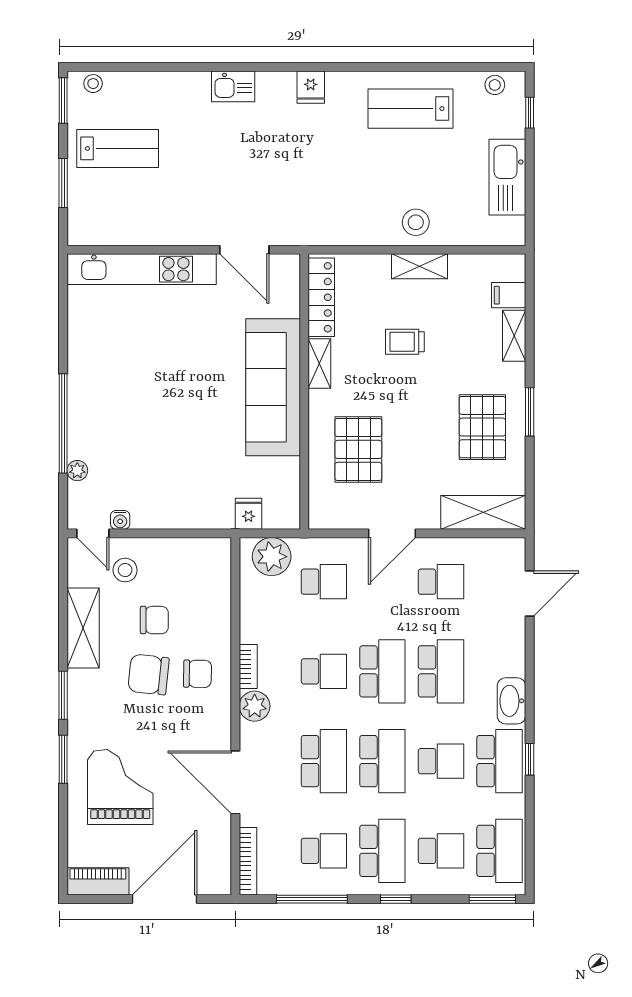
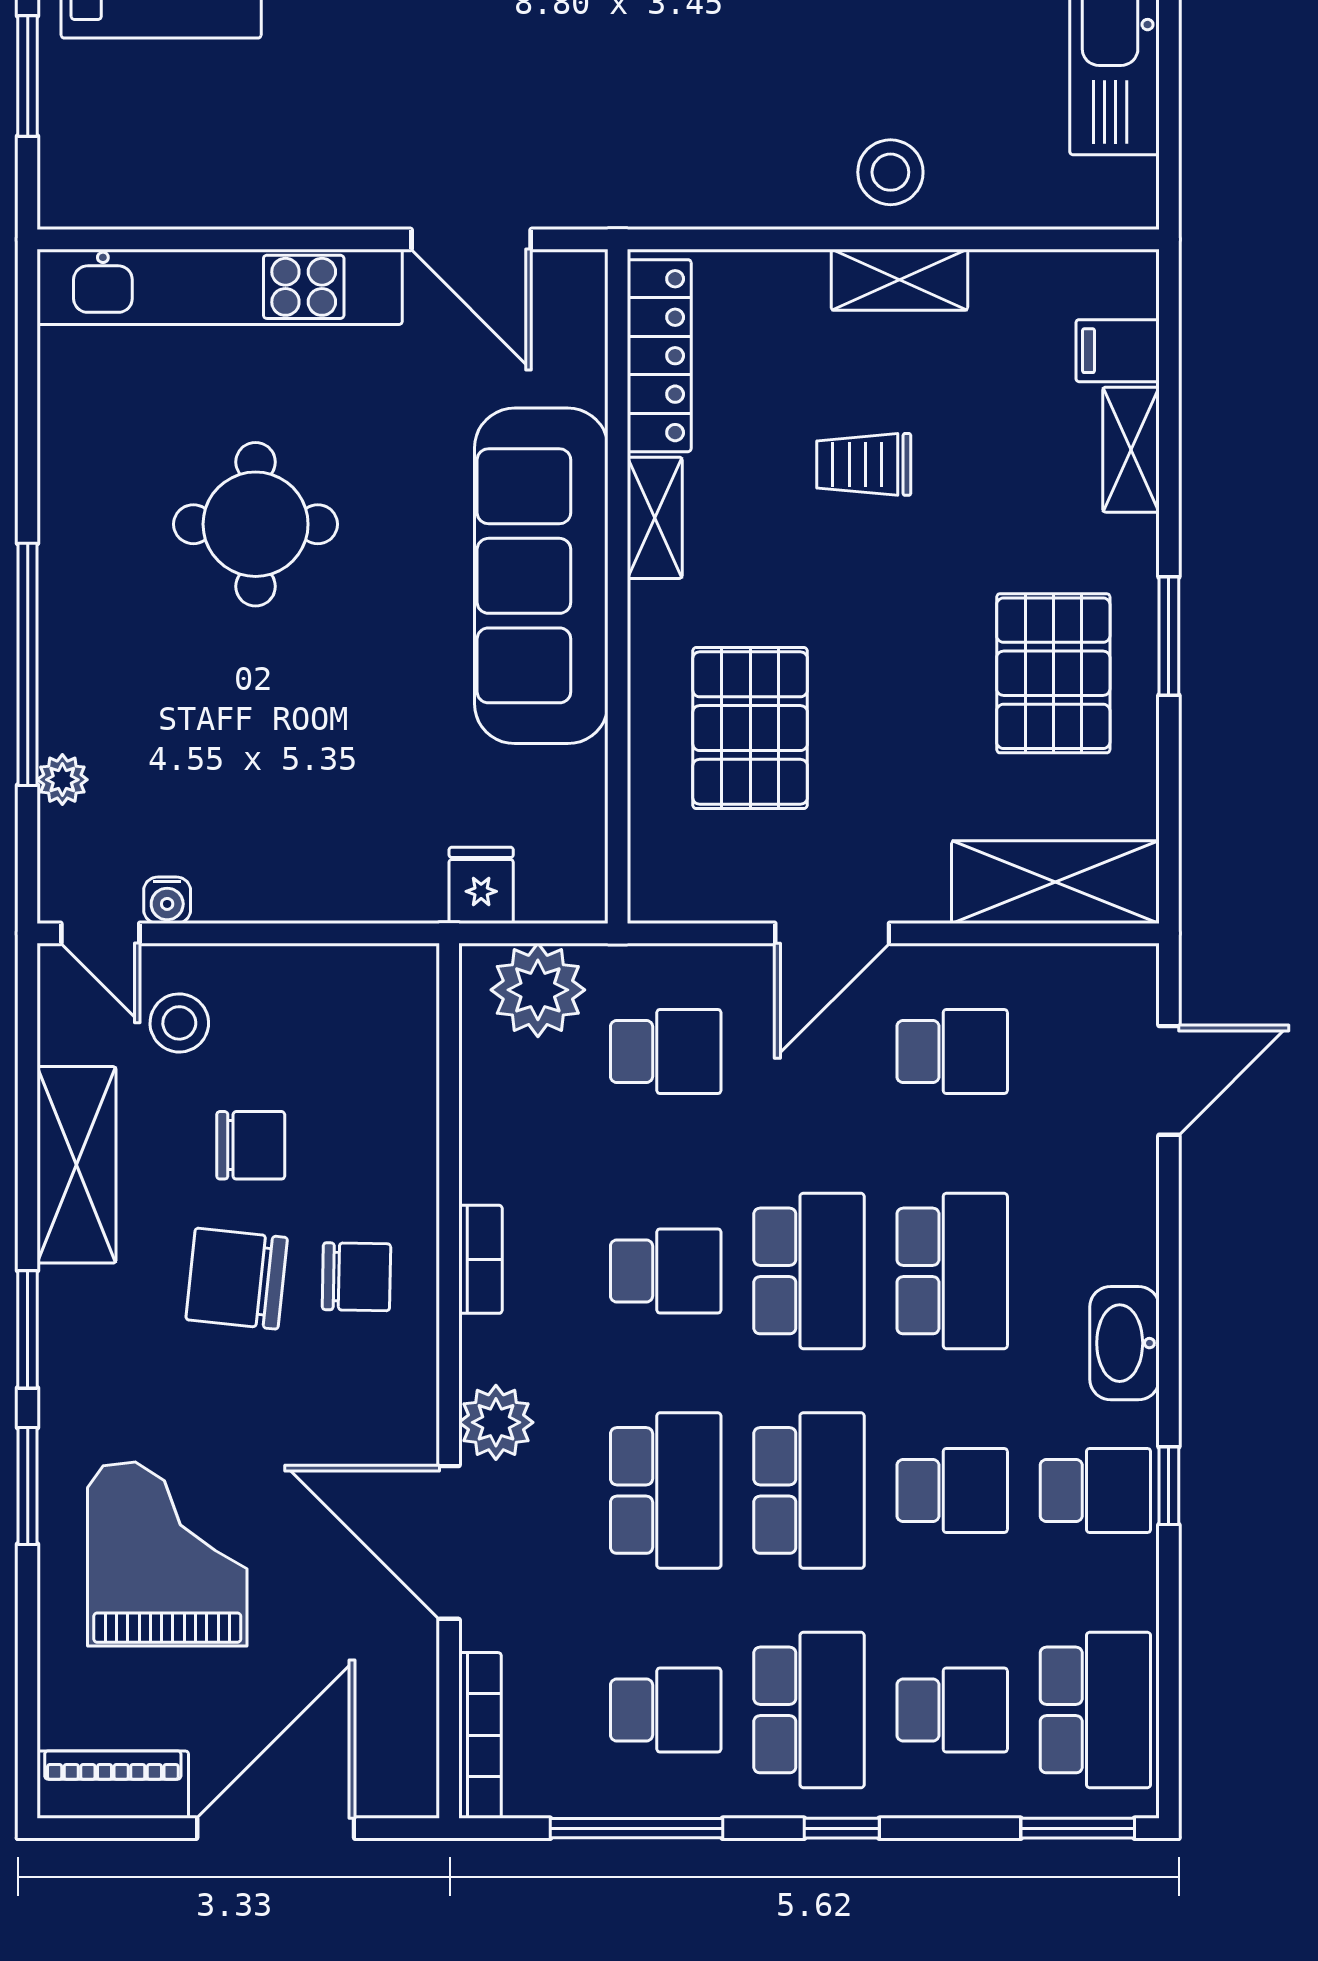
round table: (156, 366) -> (256, 524), added
plant: (255, 706) -> (496, 1422), moved
school desk: (500, 761) -> (1095, 1490), width x0.54

